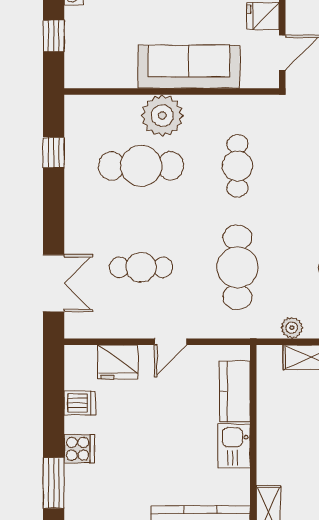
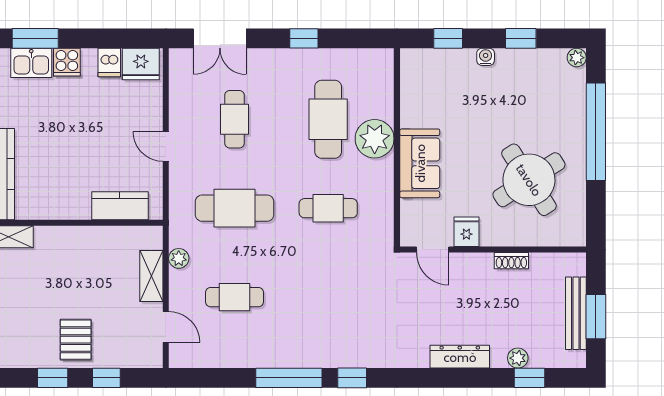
sofa: (189, 67) -> (420, 163), width x0.73
window: (54, 153) -> (304, 38), moved
fridge: (118, 362) -> (141, 64), moved, turned -90
kitchen sink: (234, 446) -> (31, 63), moved, turned 180

